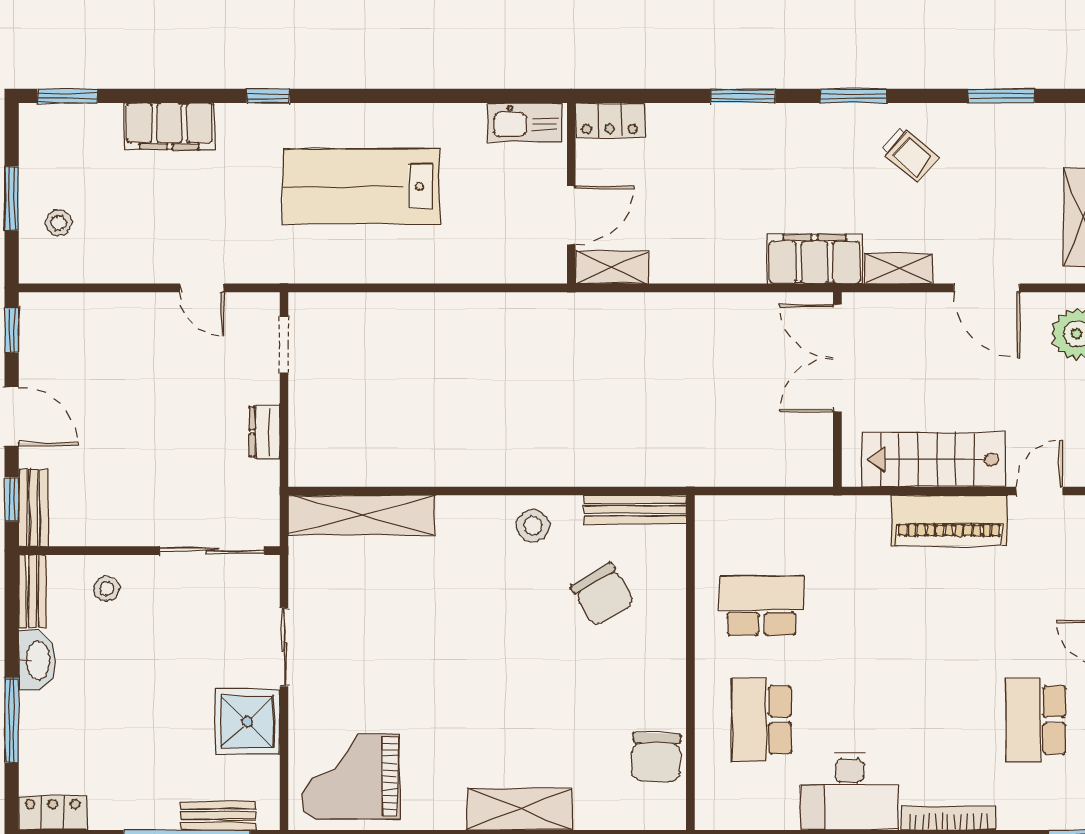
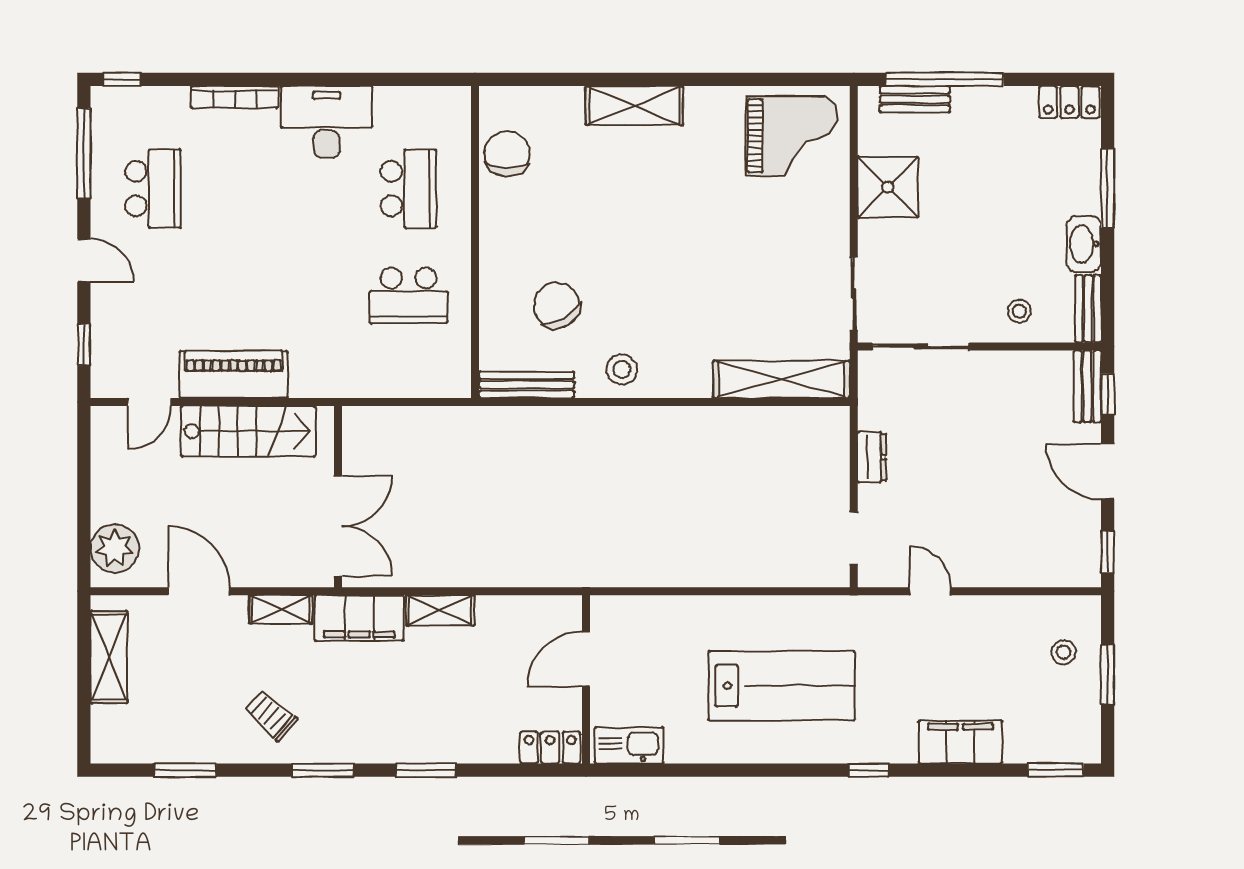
shelving: (612, 267) -> (440, 610), moved
sliding door: (284, 647) -> (854, 294), moved

